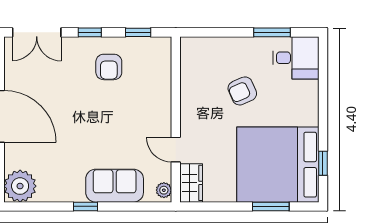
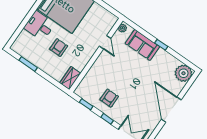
desk: (296, 58) -> (39, 26), moved
armchair: (242, 91) -> (59, 48), turned -66
wardrobe: (191, 183) -> (70, 78), moved

